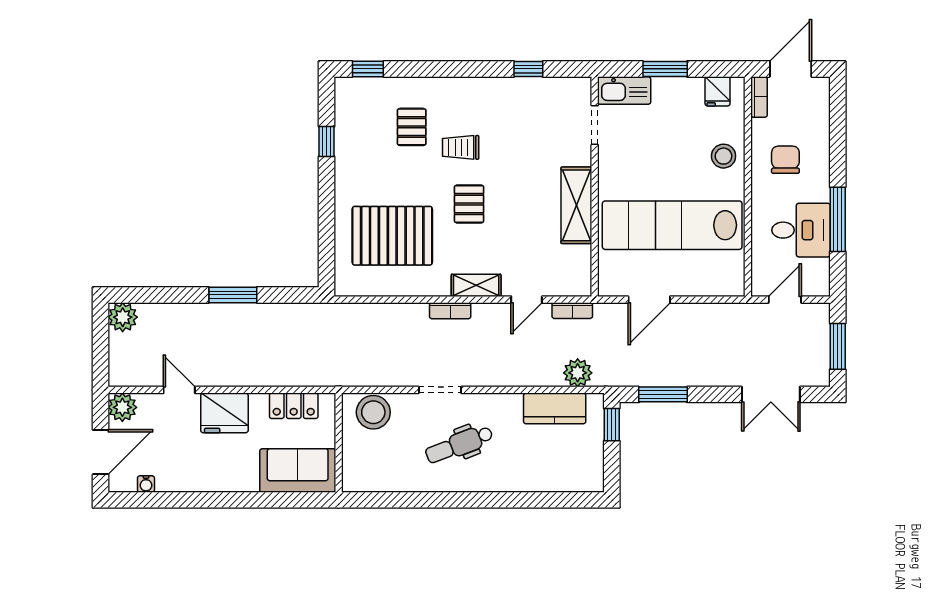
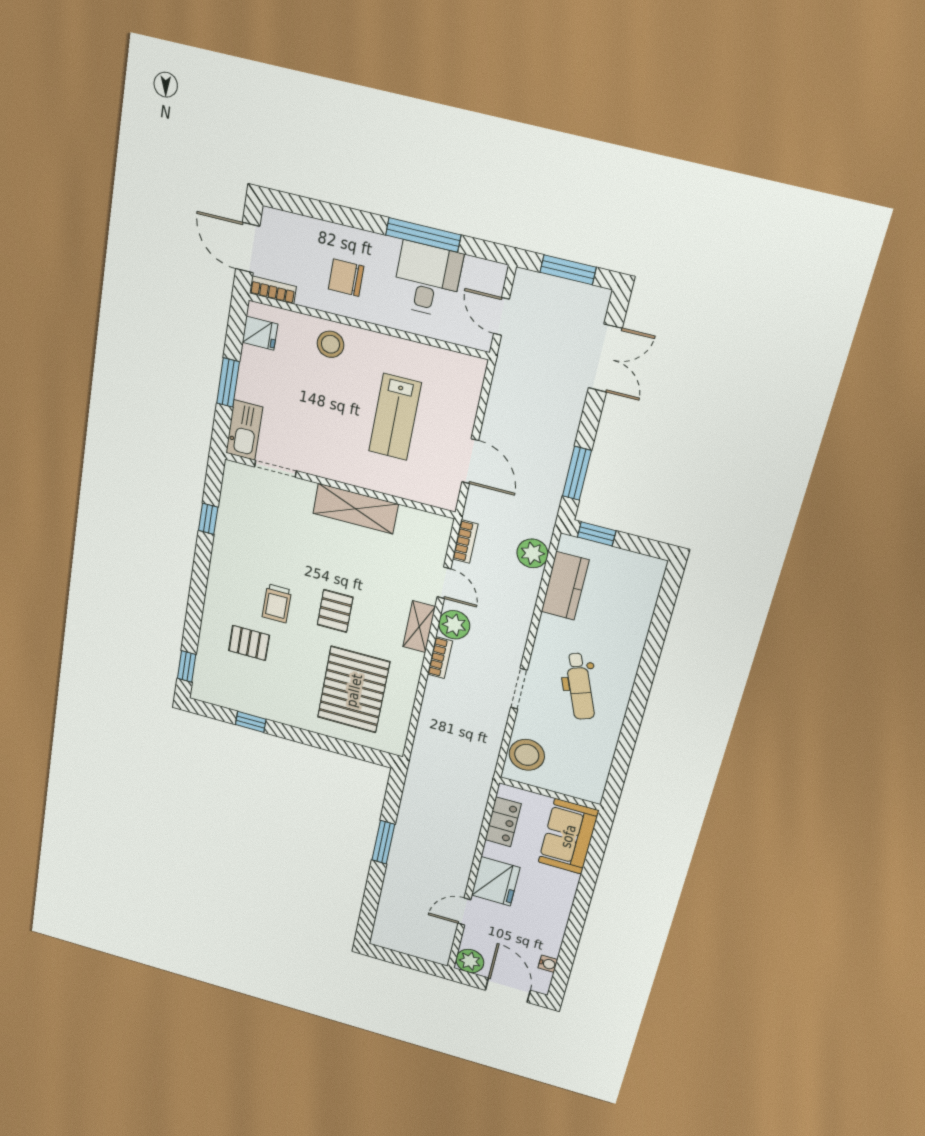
pallet: (469, 204) -> (335, 611), turned 90
lab bench: (672, 225) -> (395, 417), width x0.54, depth x0.72
plant: (123, 317) -> (454, 625), moved

